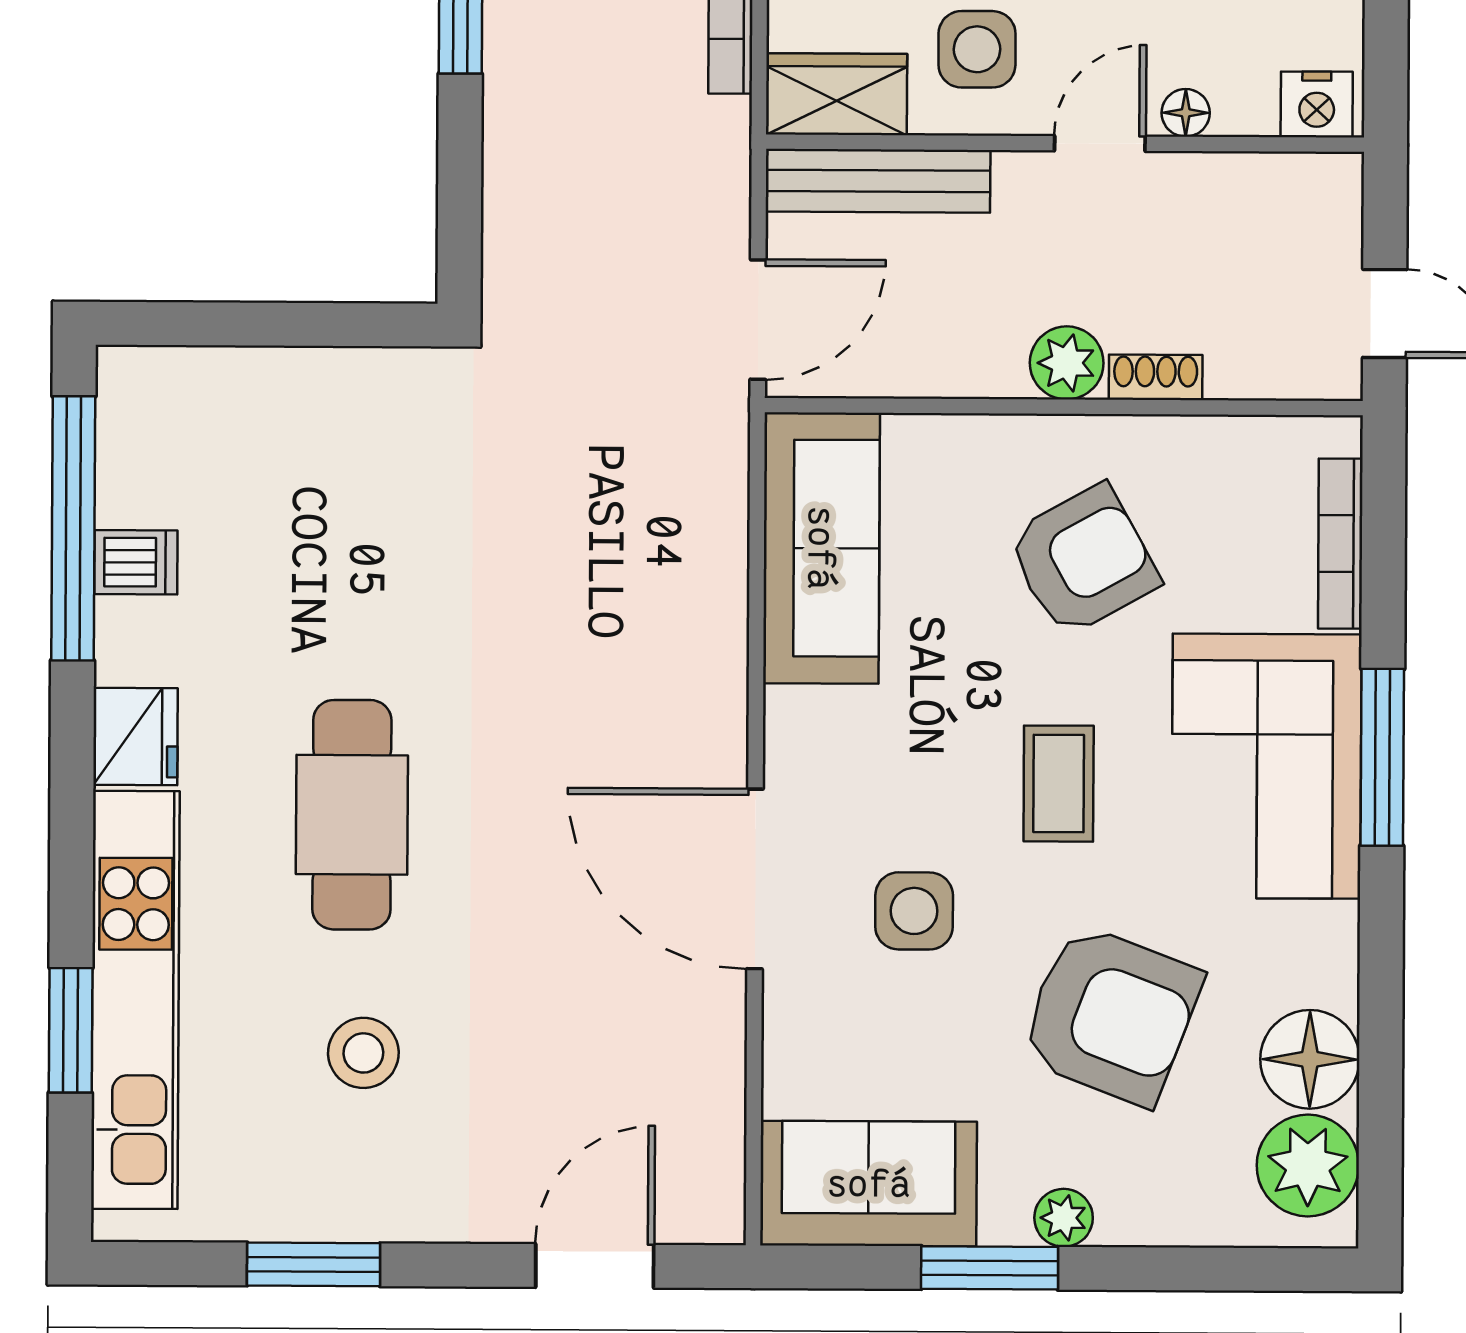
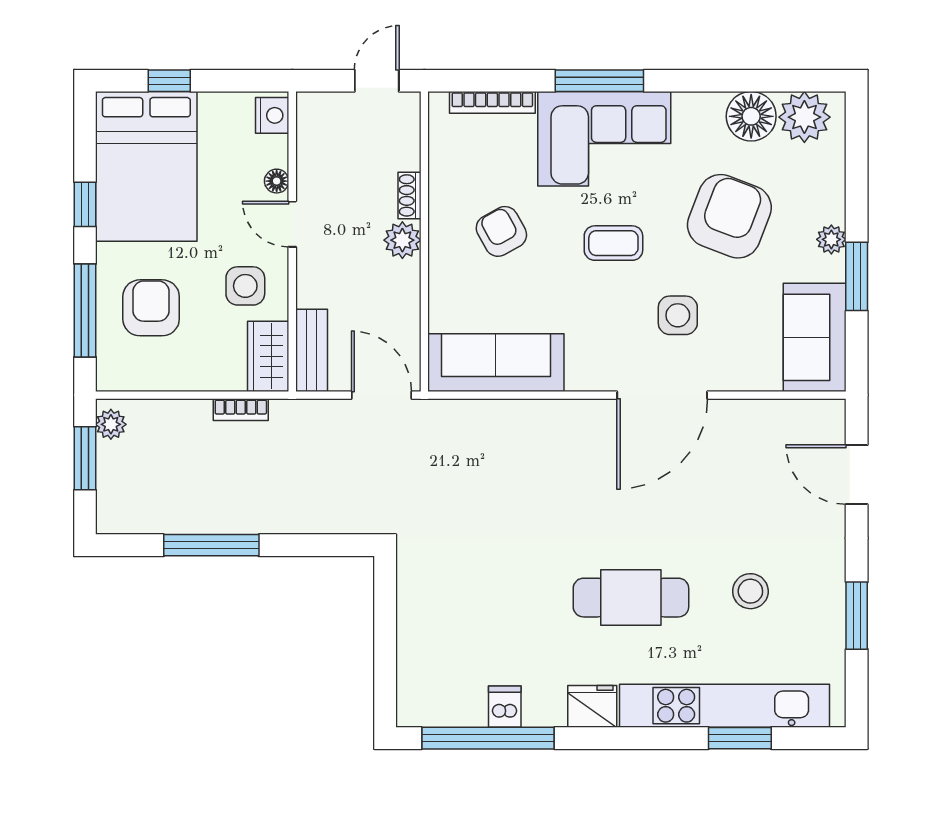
bench: (878, 181) -> (312, 350), width x0.73
armchair: (1083, 560) -> (501, 231), width x0.72, depth x0.72

